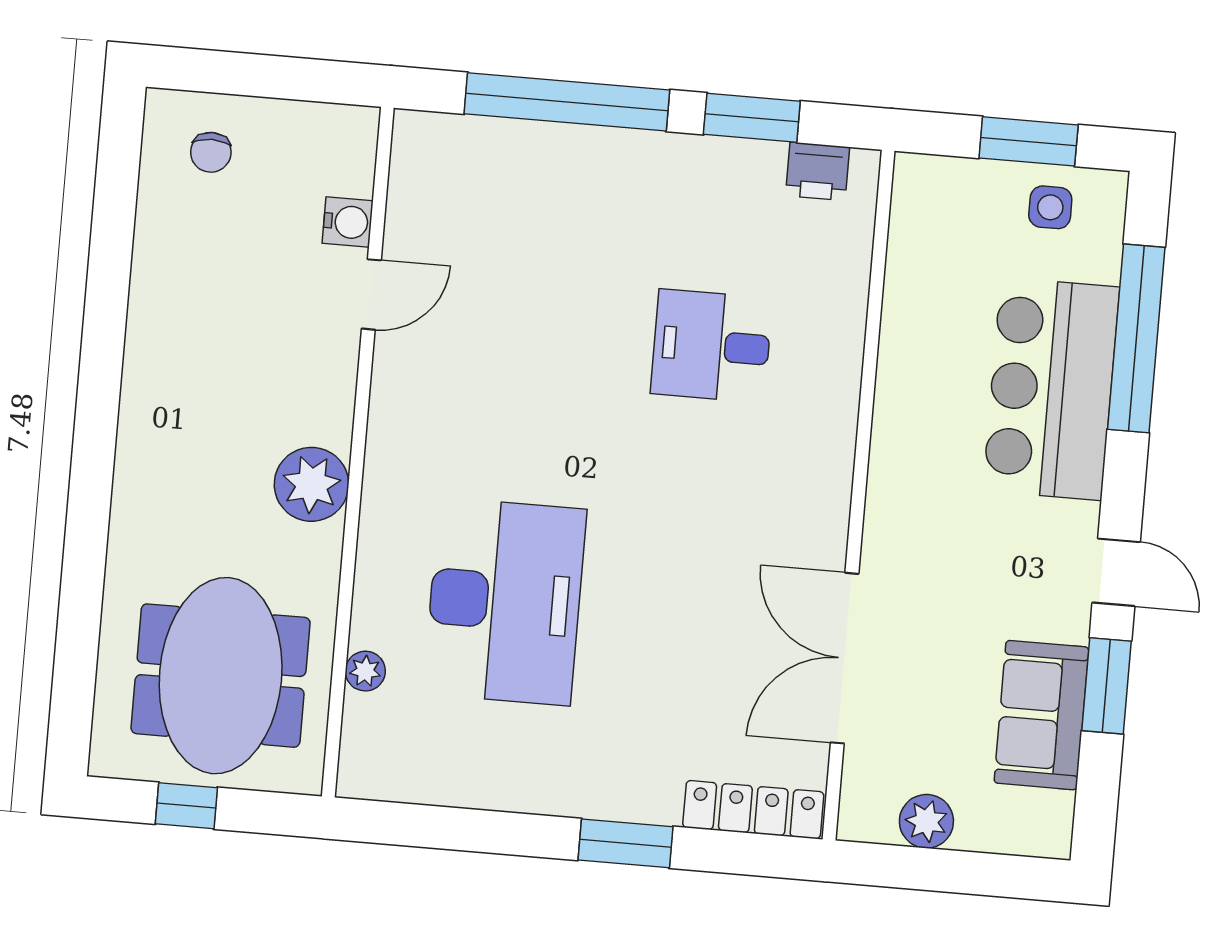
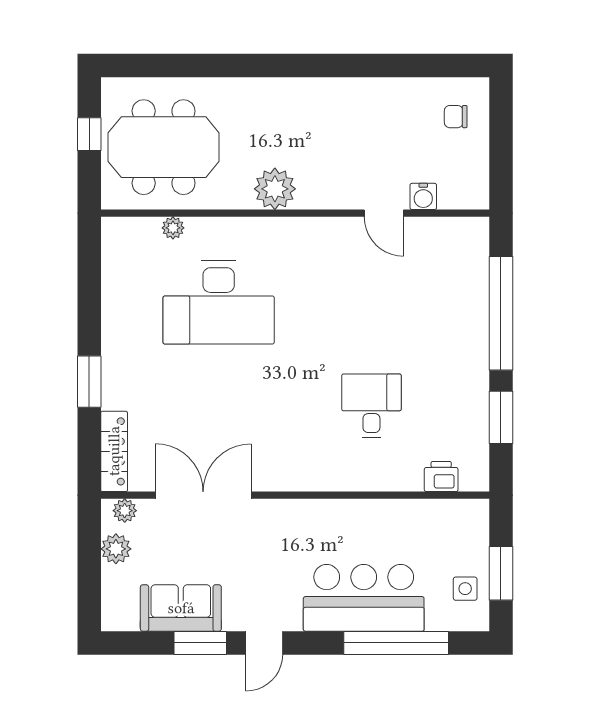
printer: (818, 171) -> (441, 477), moved, turned 90
plant: (860, 800) -> (125, 511), added

